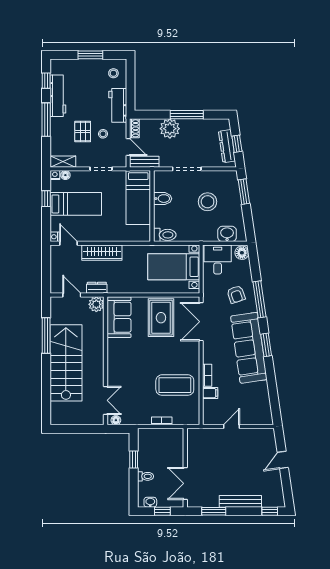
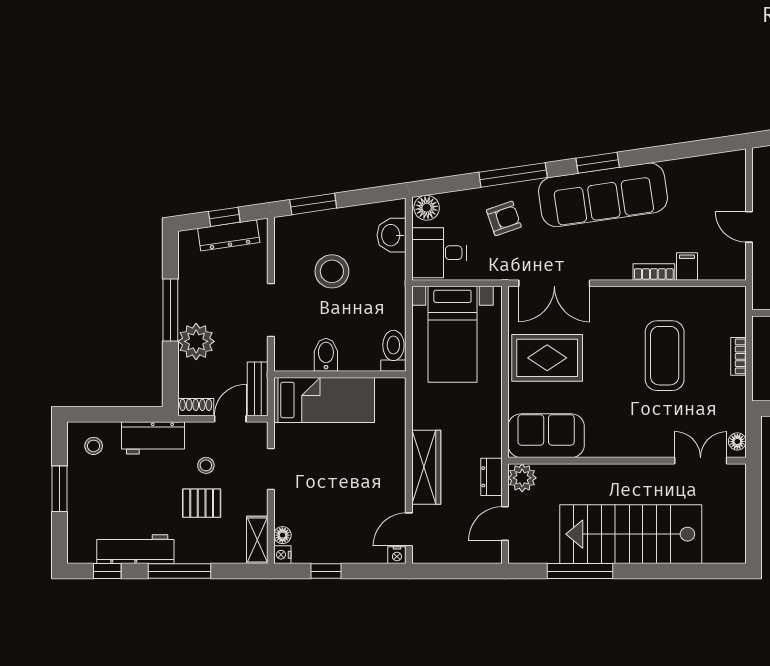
bed: (76, 204) -> (336, 516), removed
coffee table: (175, 385) -> (665, 356), moved

